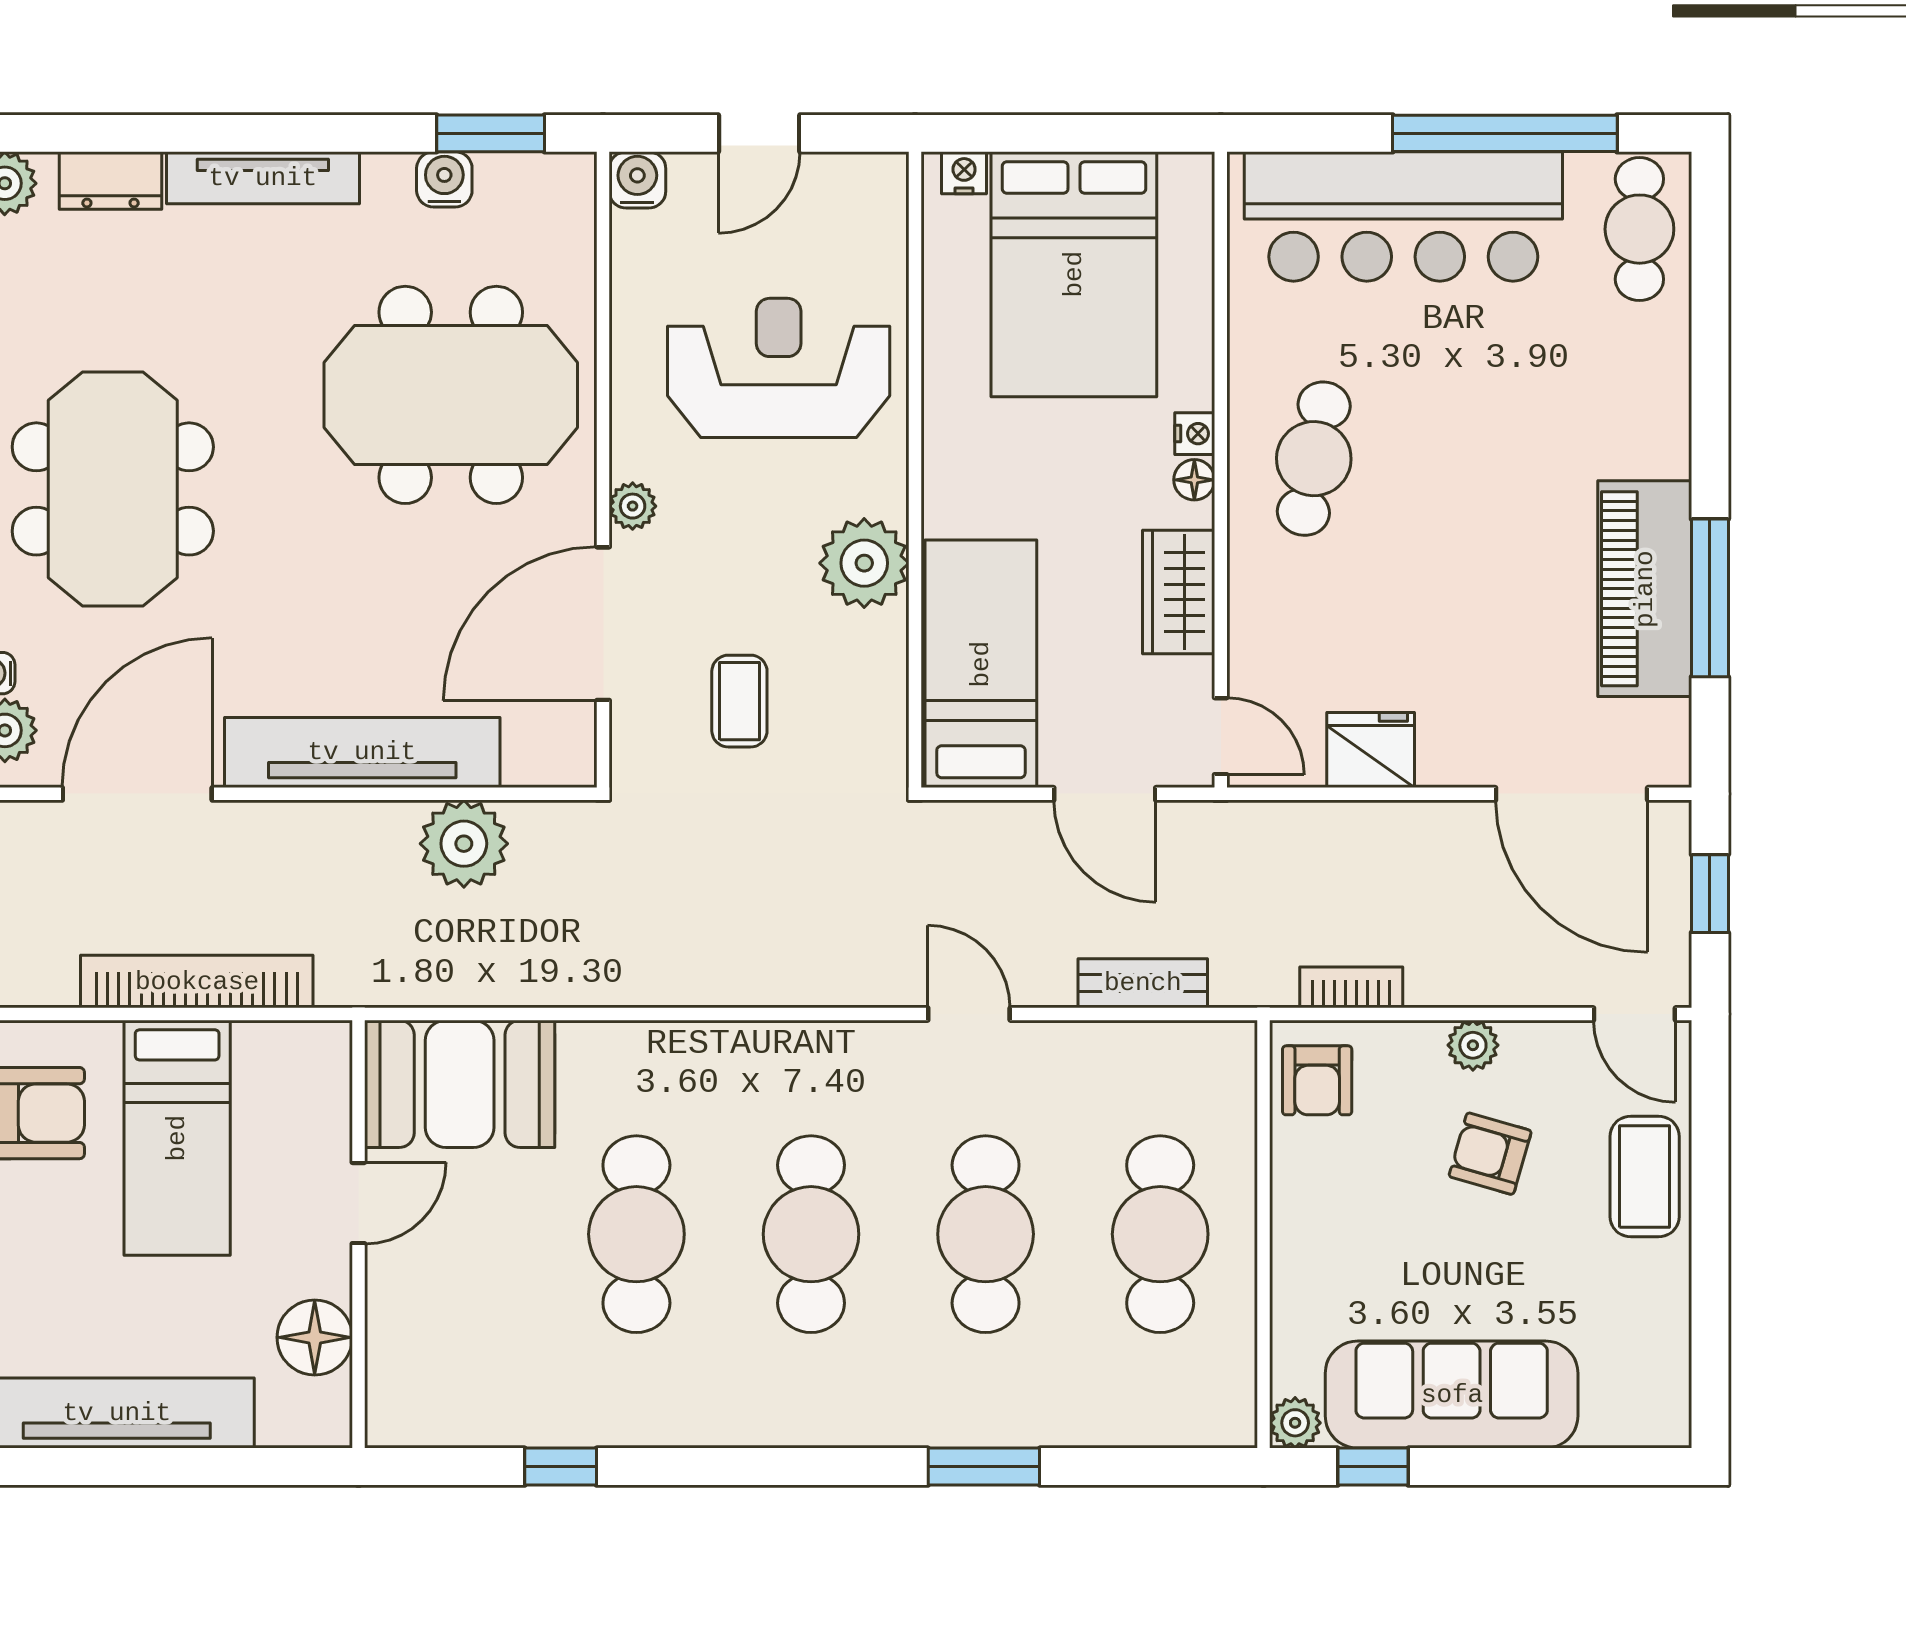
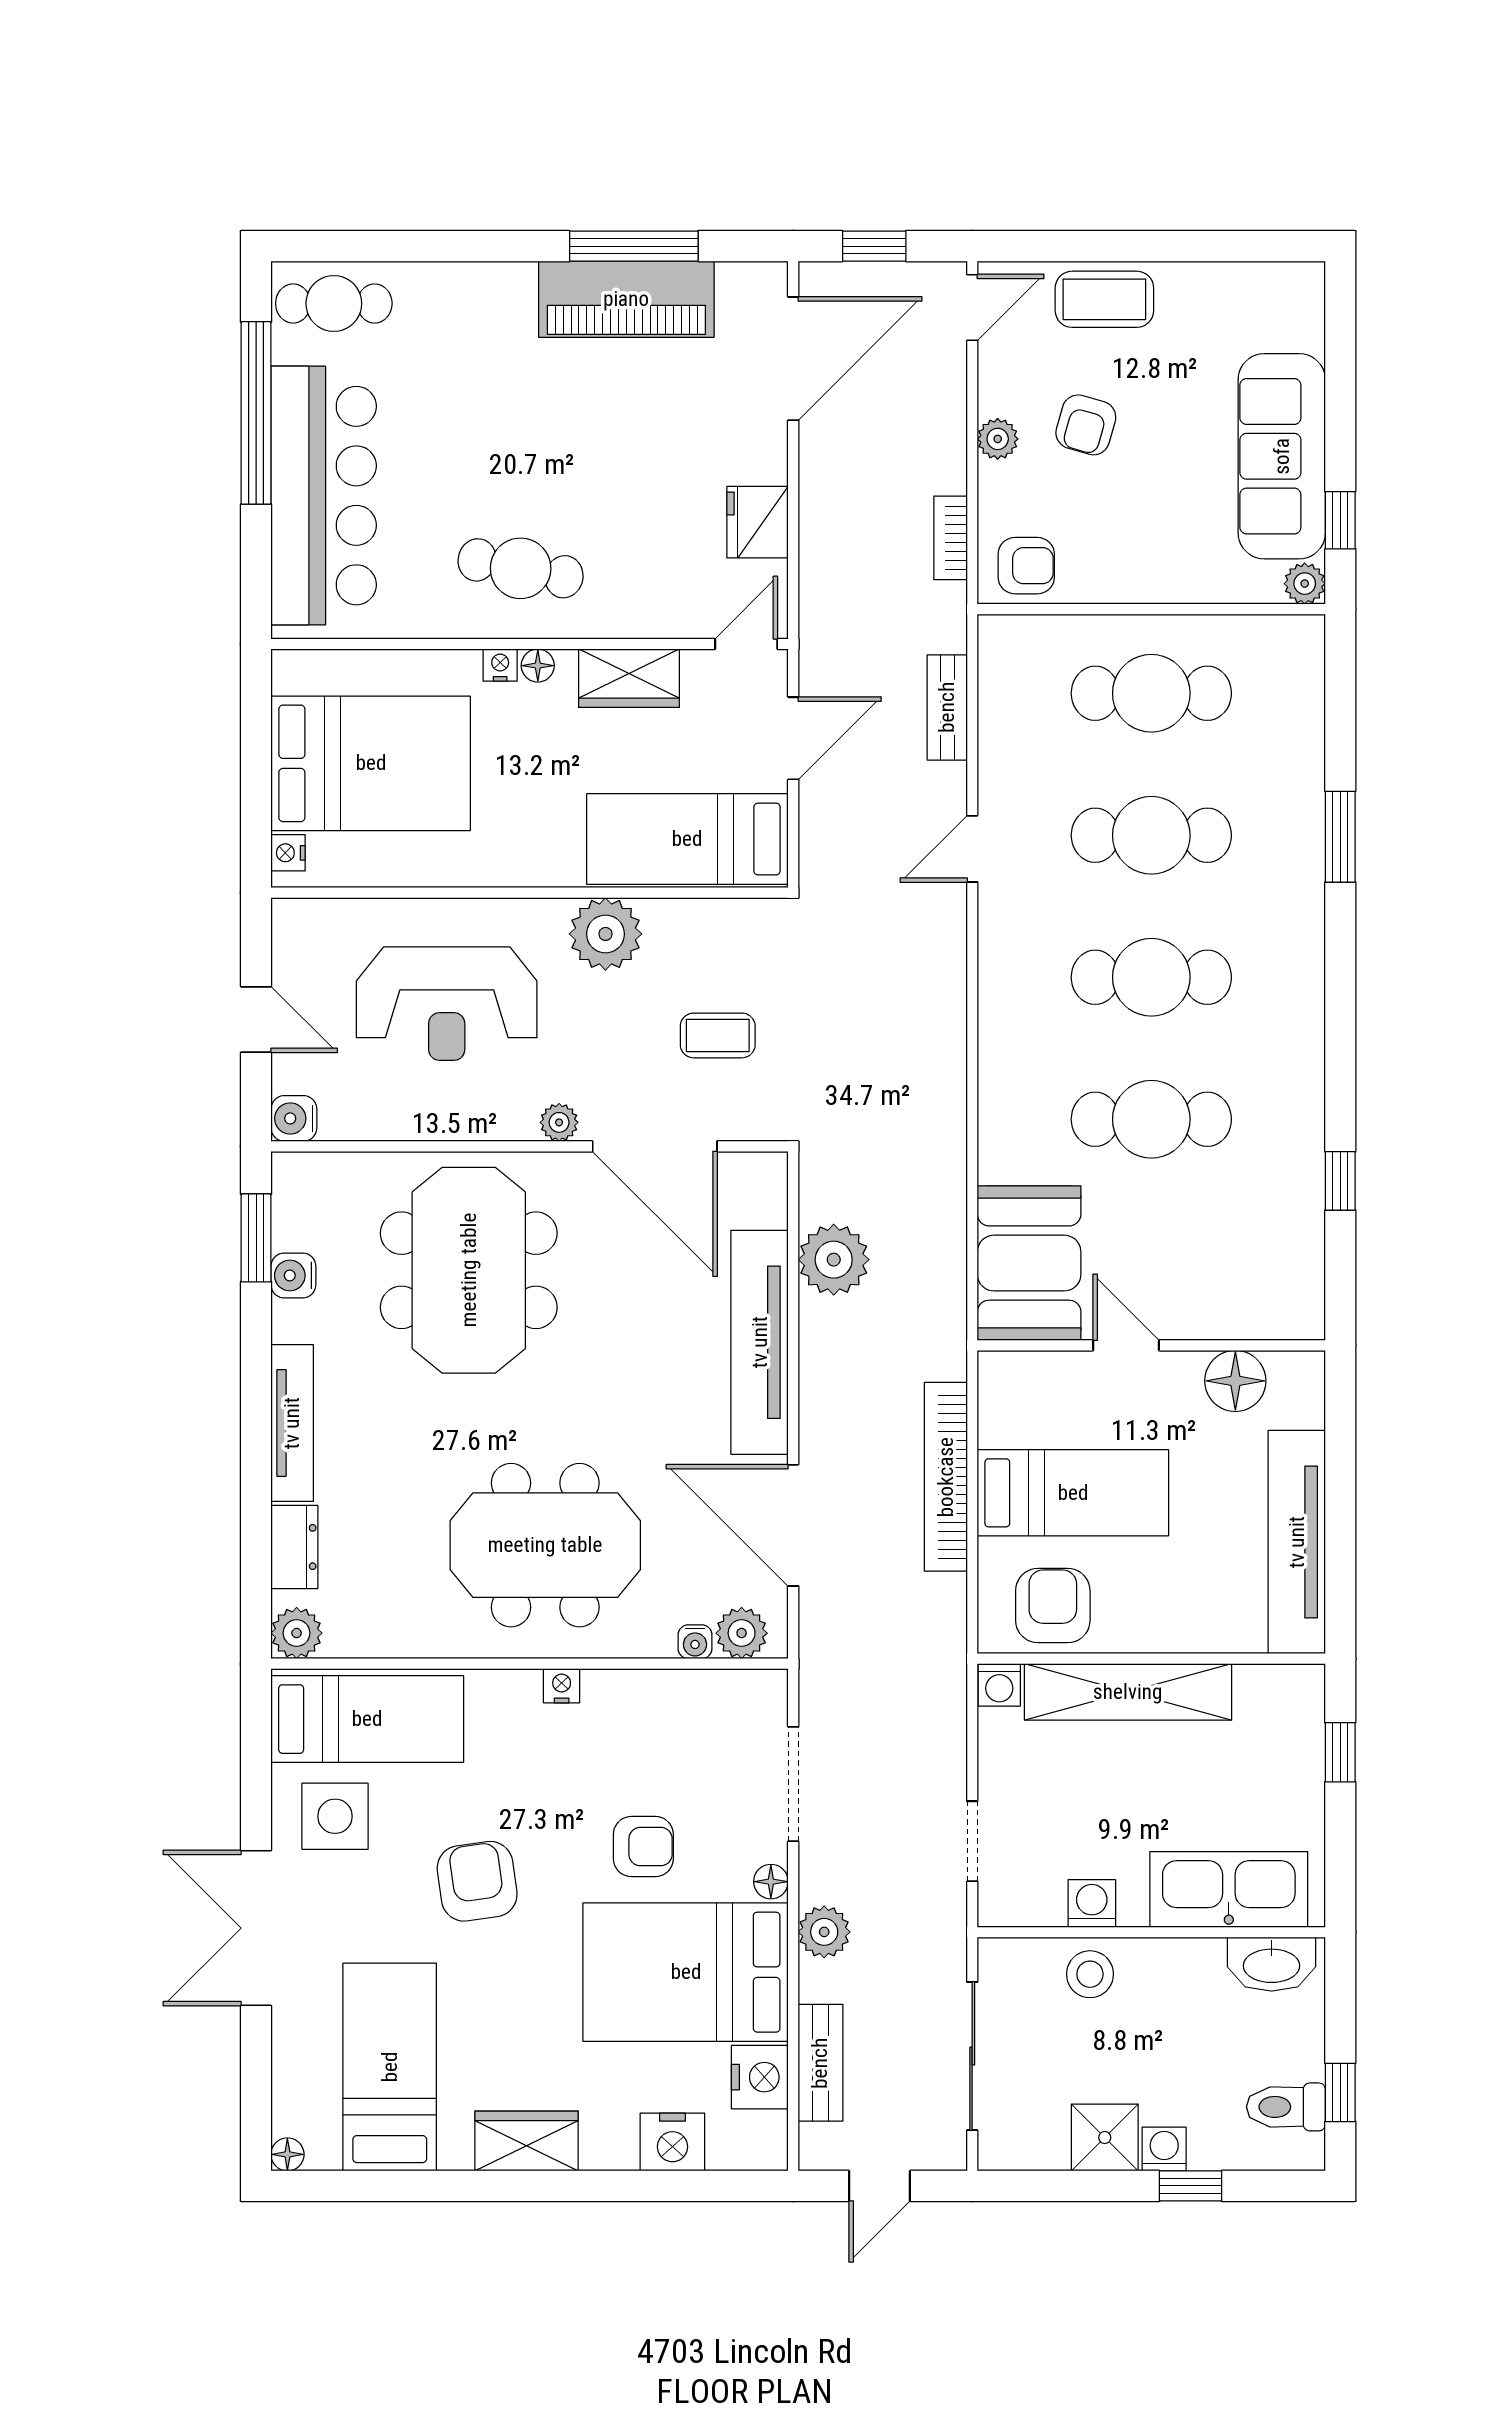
reception desk: (779, 368) -> (447, 1004), turned -90

